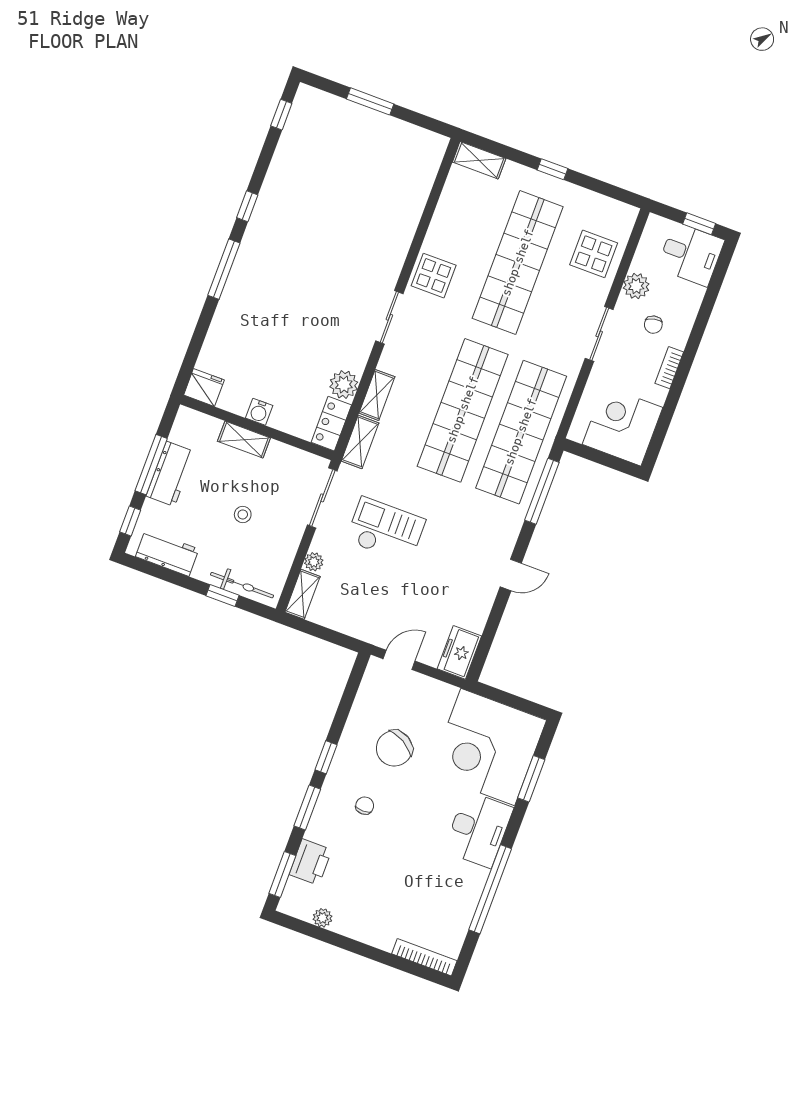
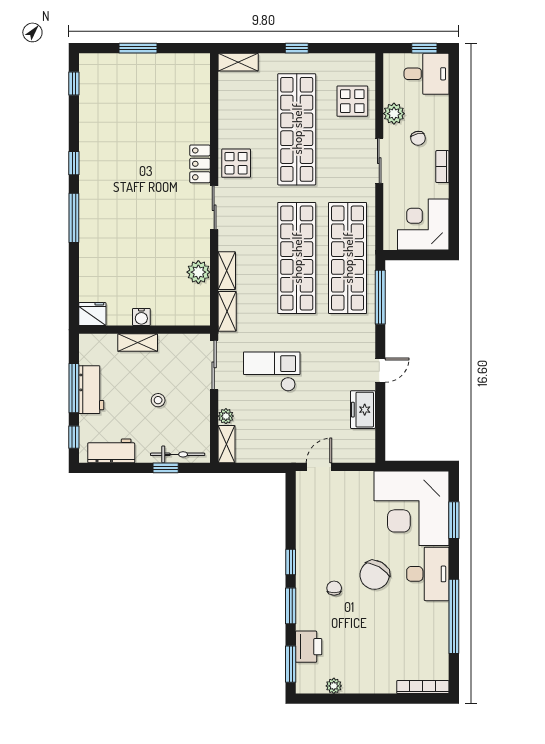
locker: (331, 424) -> (200, 164), moved
freezer: (459, 652) -> (363, 410), moved
chair: (394, 748) -> (375, 575), moved

